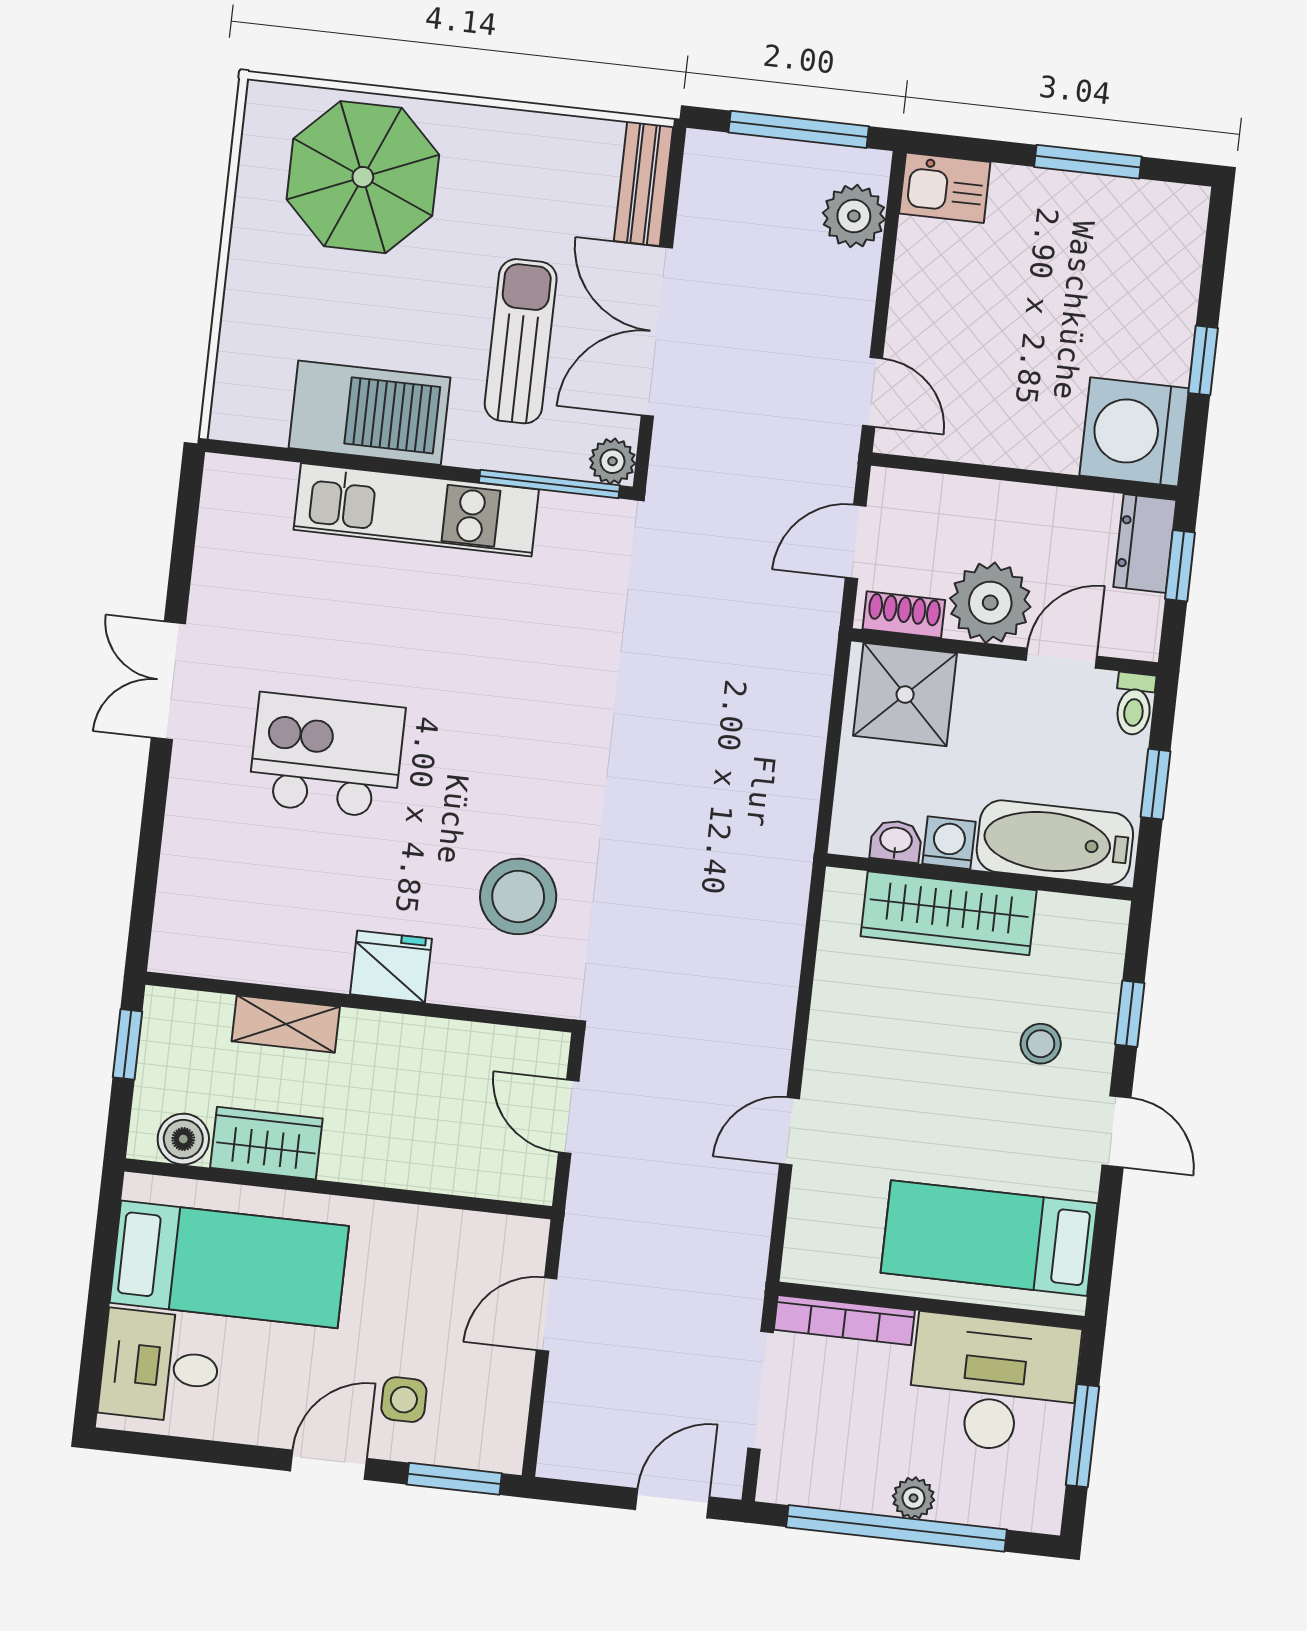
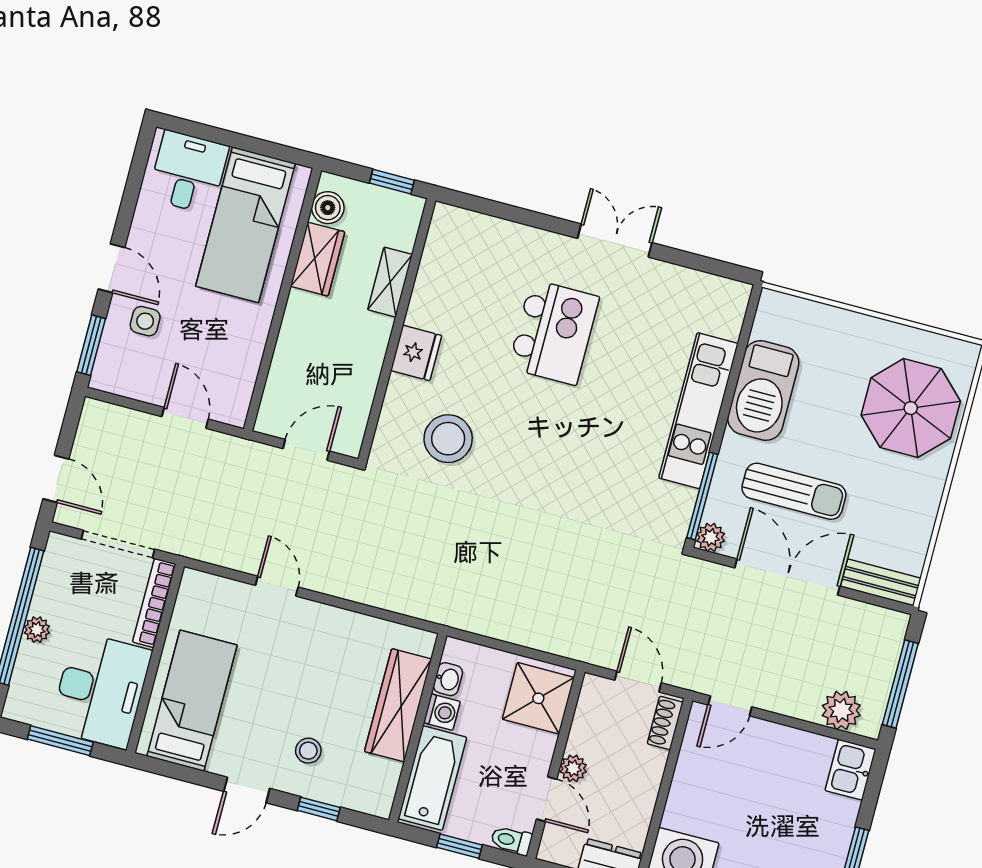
plant: (990, 603) -> (573, 768), width x0.53, depth x0.53
shoe rack: (904, 615) -> (665, 723), moved, turned 180

